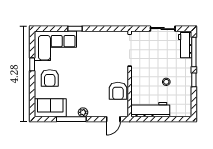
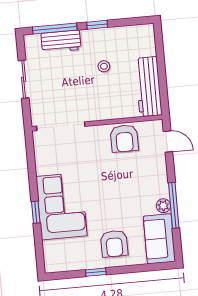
workbench: (185, 45) -> (61, 41), moved
corner sofa: (55, 46) -> (61, 206), moved
armchair: (50, 78) -> (114, 244), turned 90
armchair: (118, 91) -> (124, 138), turned 90
plant: (83, 112) -> (163, 206), moved

